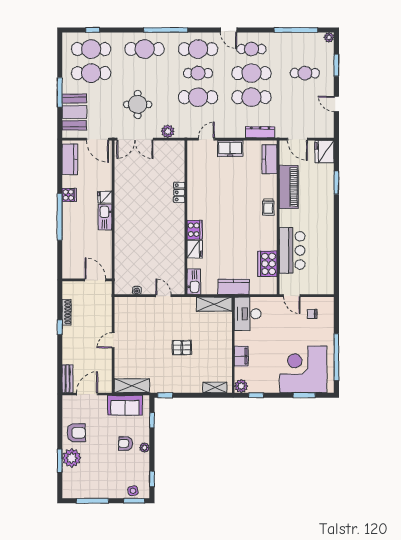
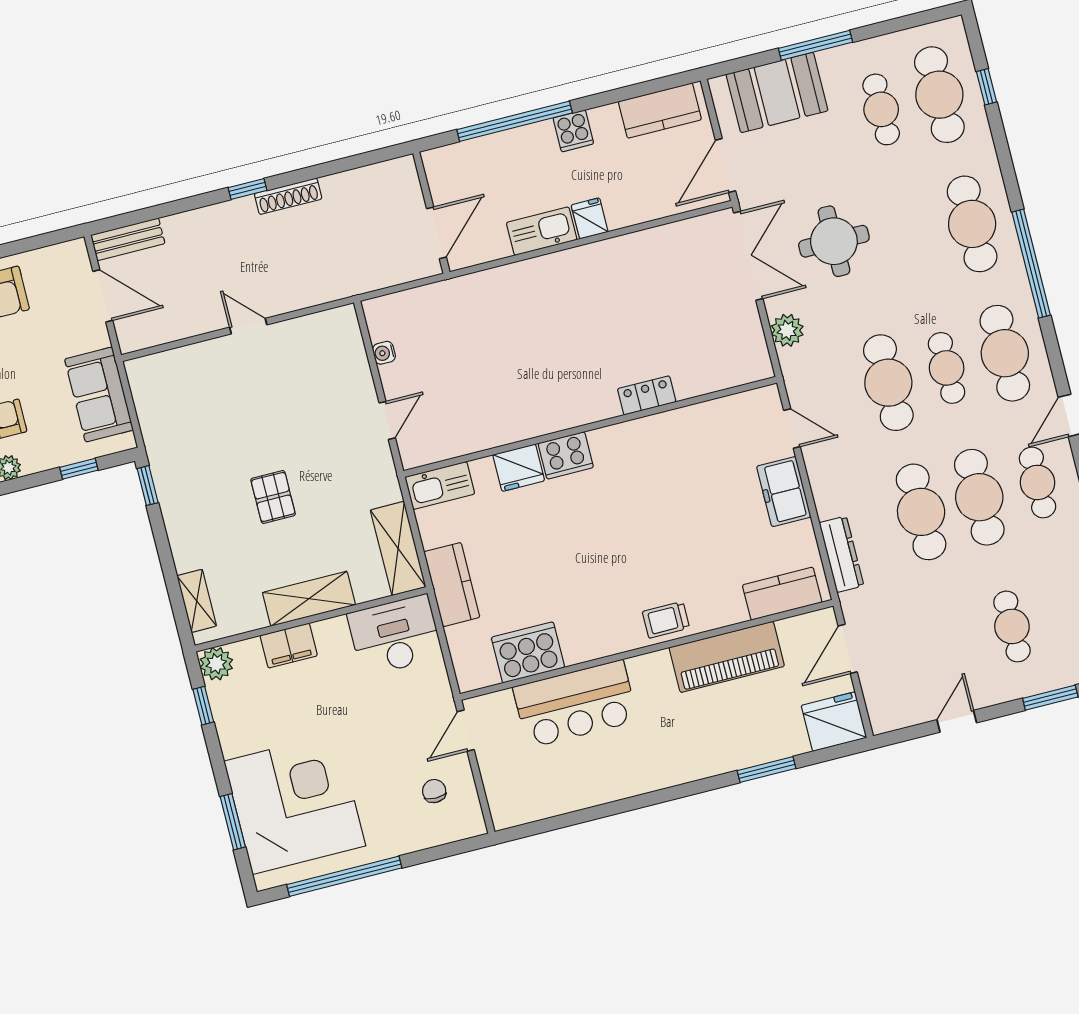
cafe table: (91, 73) -> (881, 109), width x0.73, depth x0.74
double door: (135, 139) -> (748, 256), swing flipped
wall: (87, 280) -> (431, 213), moved
door: (95, 280) -> (437, 233), moved
shelving: (132, 386) -> (309, 599), moved, turned 90

